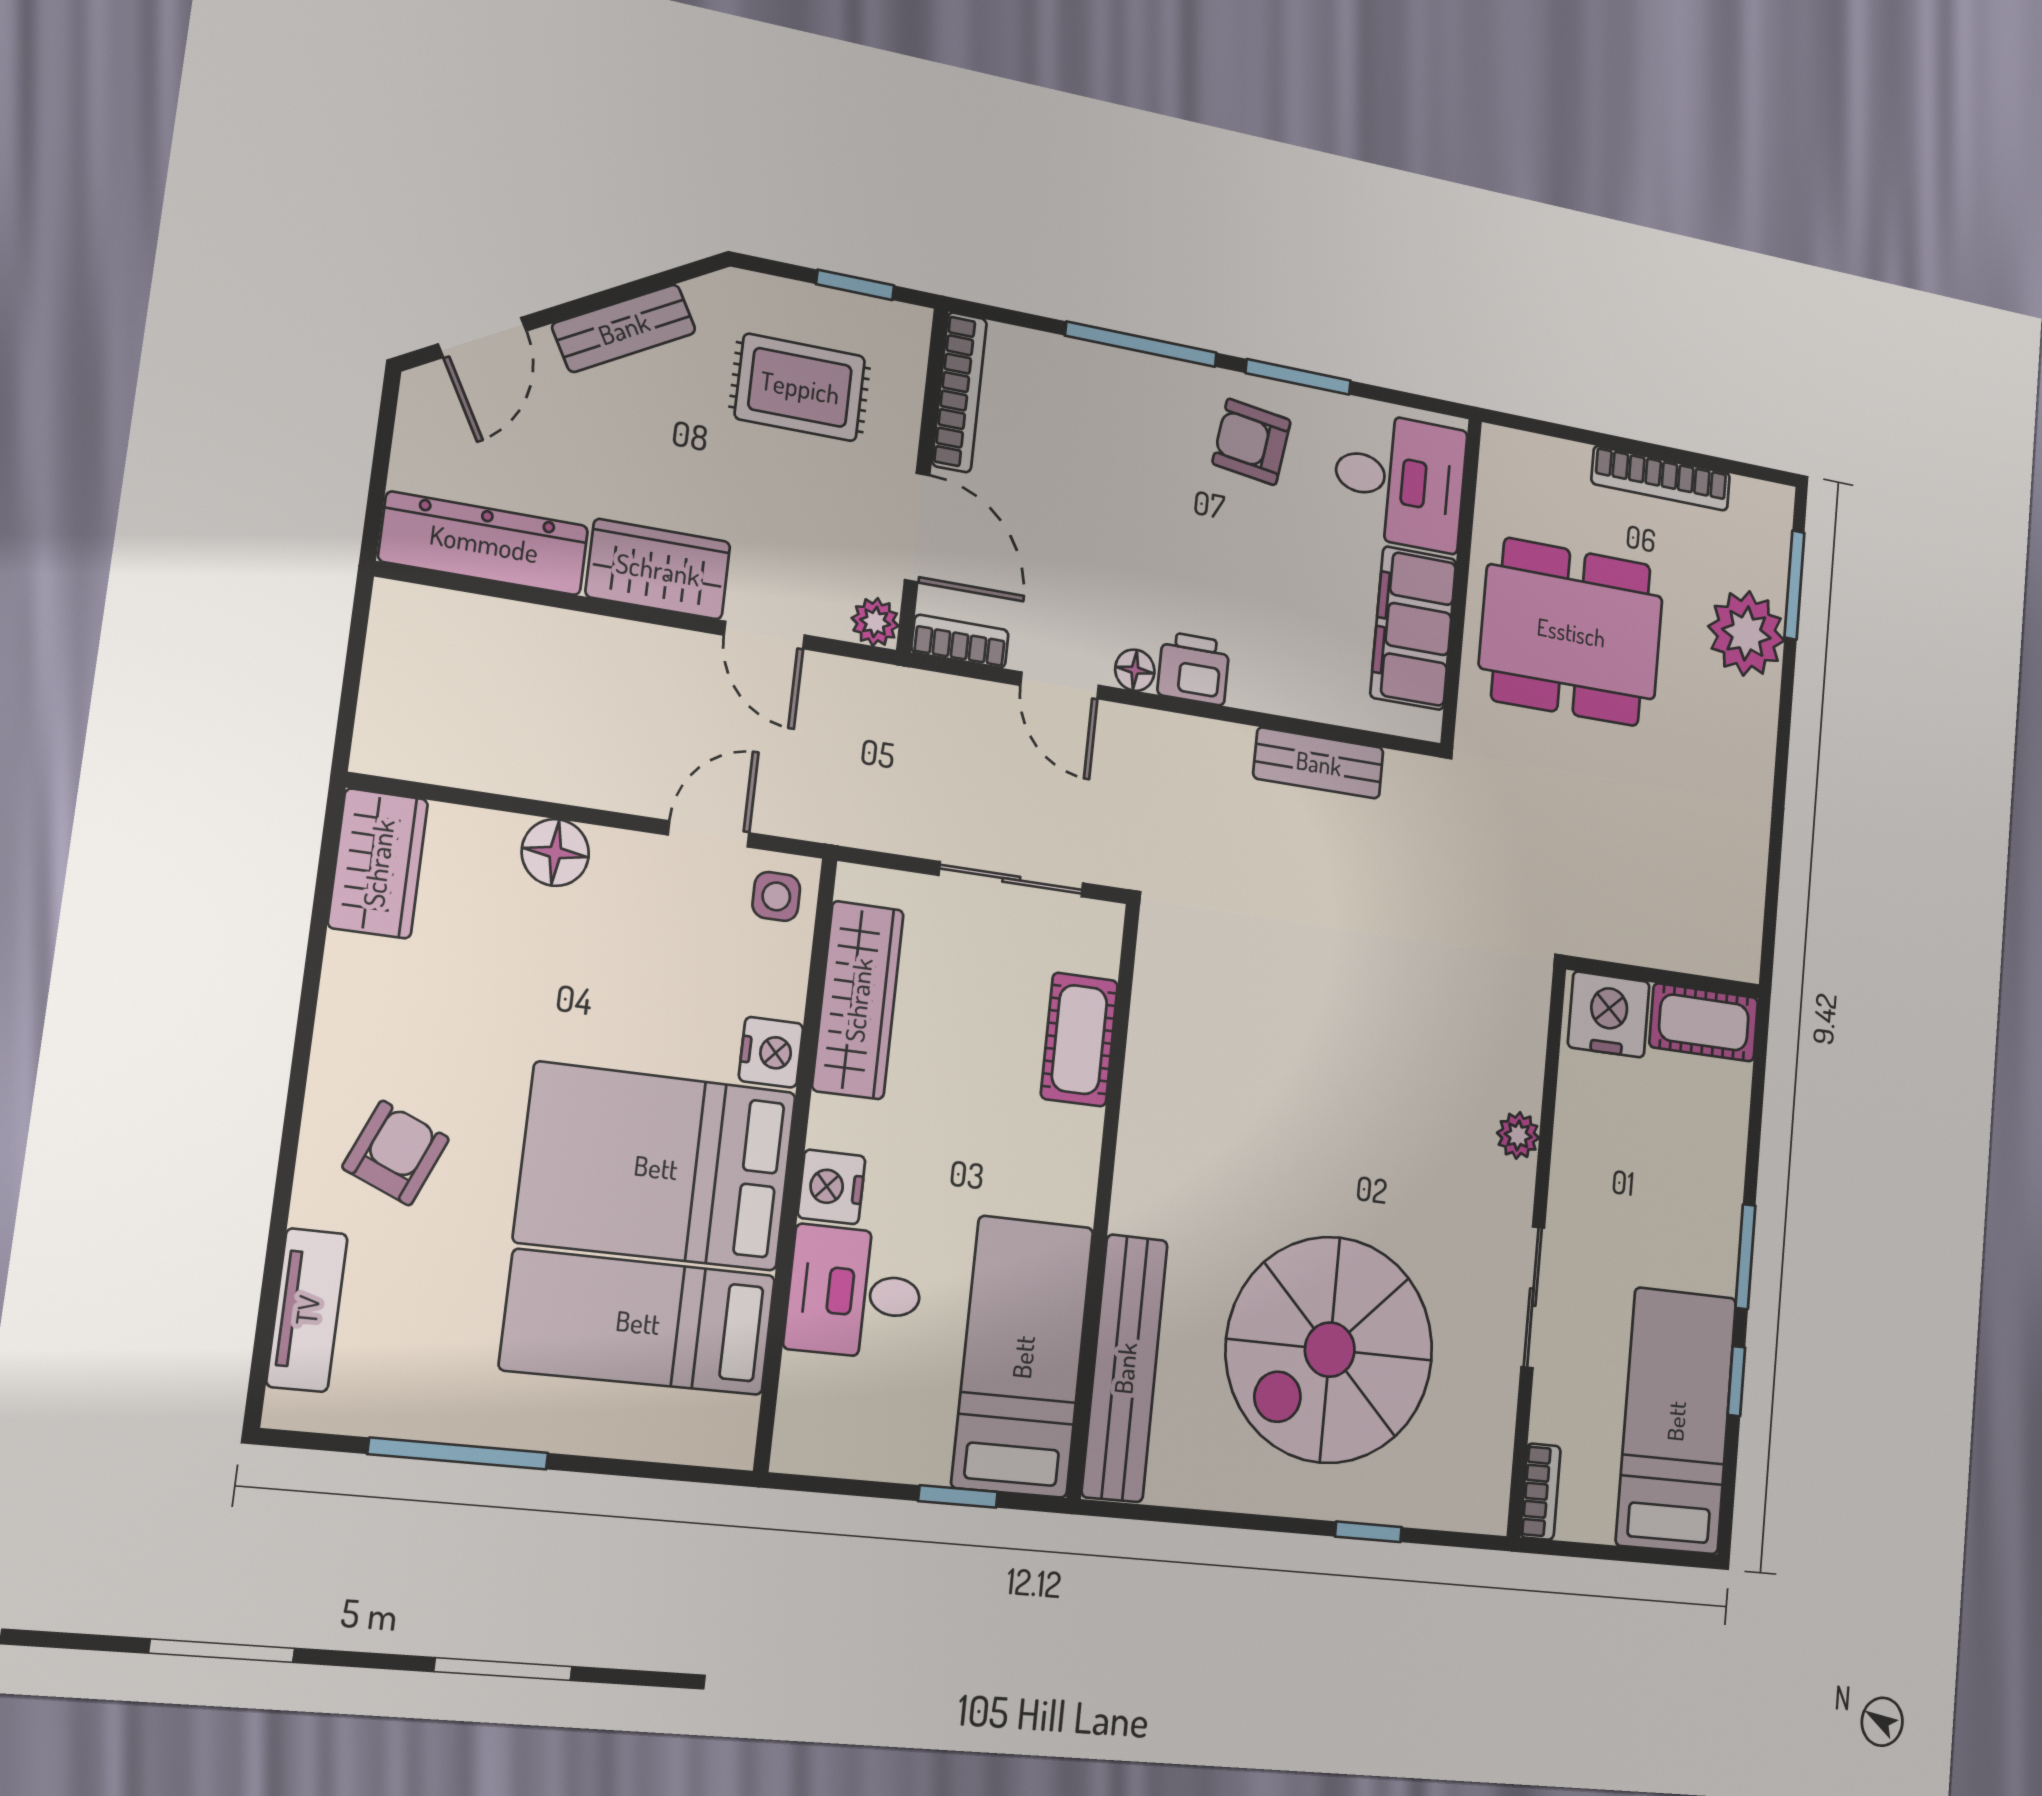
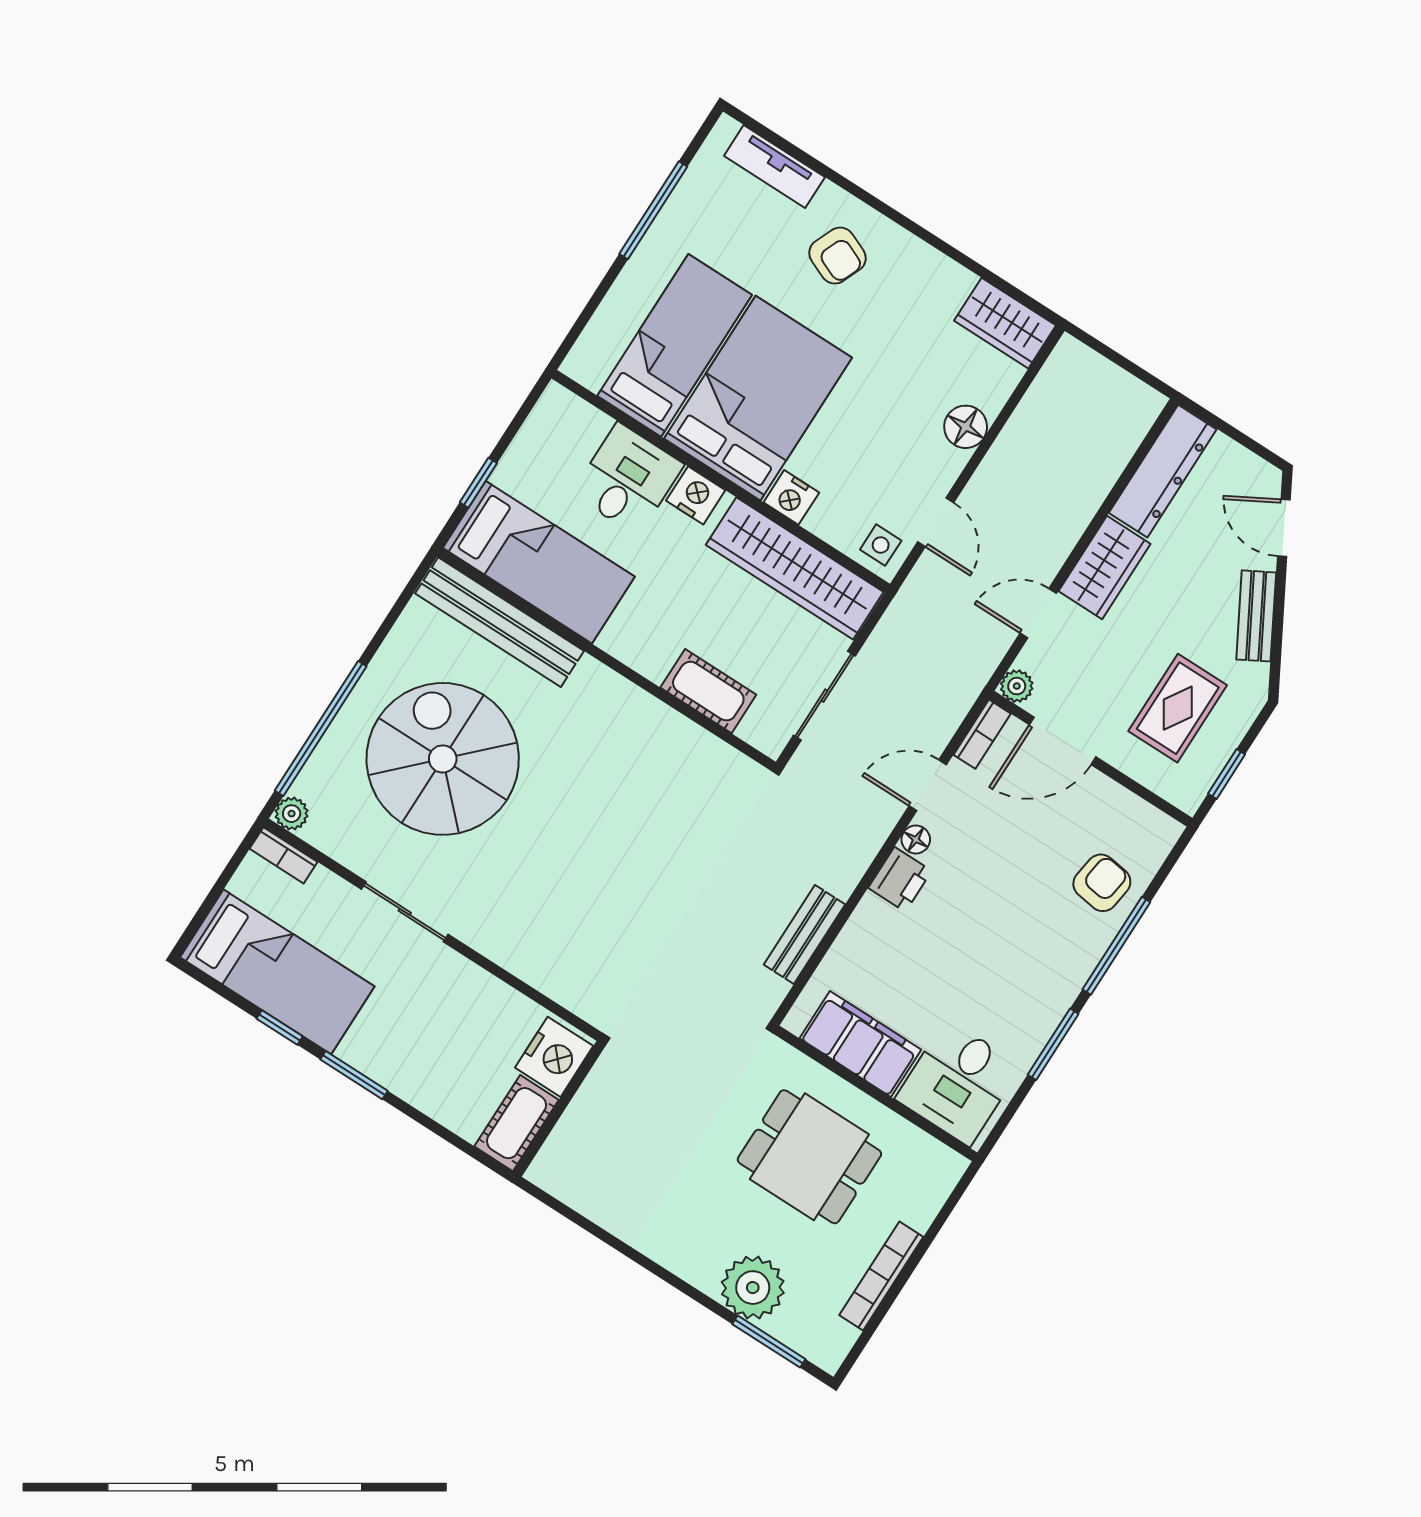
bookcase: (959, 392) -> (1134, 809), removed
armchair: (1252, 442) -> (1102, 883), moved
dining table: (1571, 632) -> (809, 1157), width x0.73
wardrobe: (858, 1000) -> (795, 568), width x1.40, depth x1.17
plant: (1518, 1135) -> (292, 814), moved
window: (1368, 1532) -> (321, 729), width x3.17

